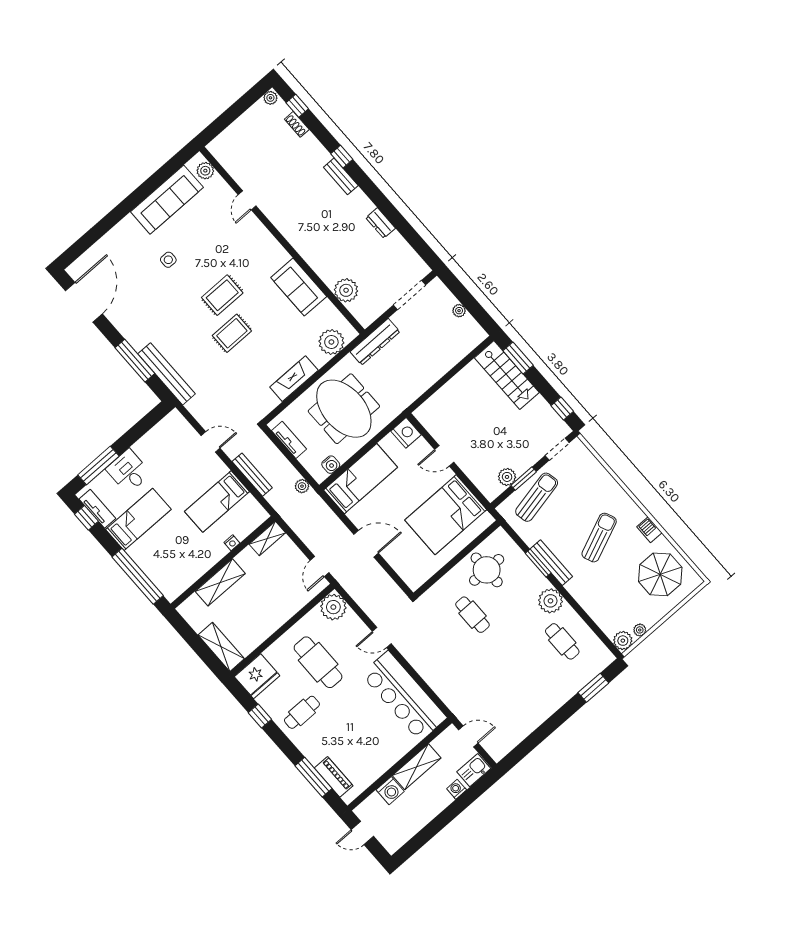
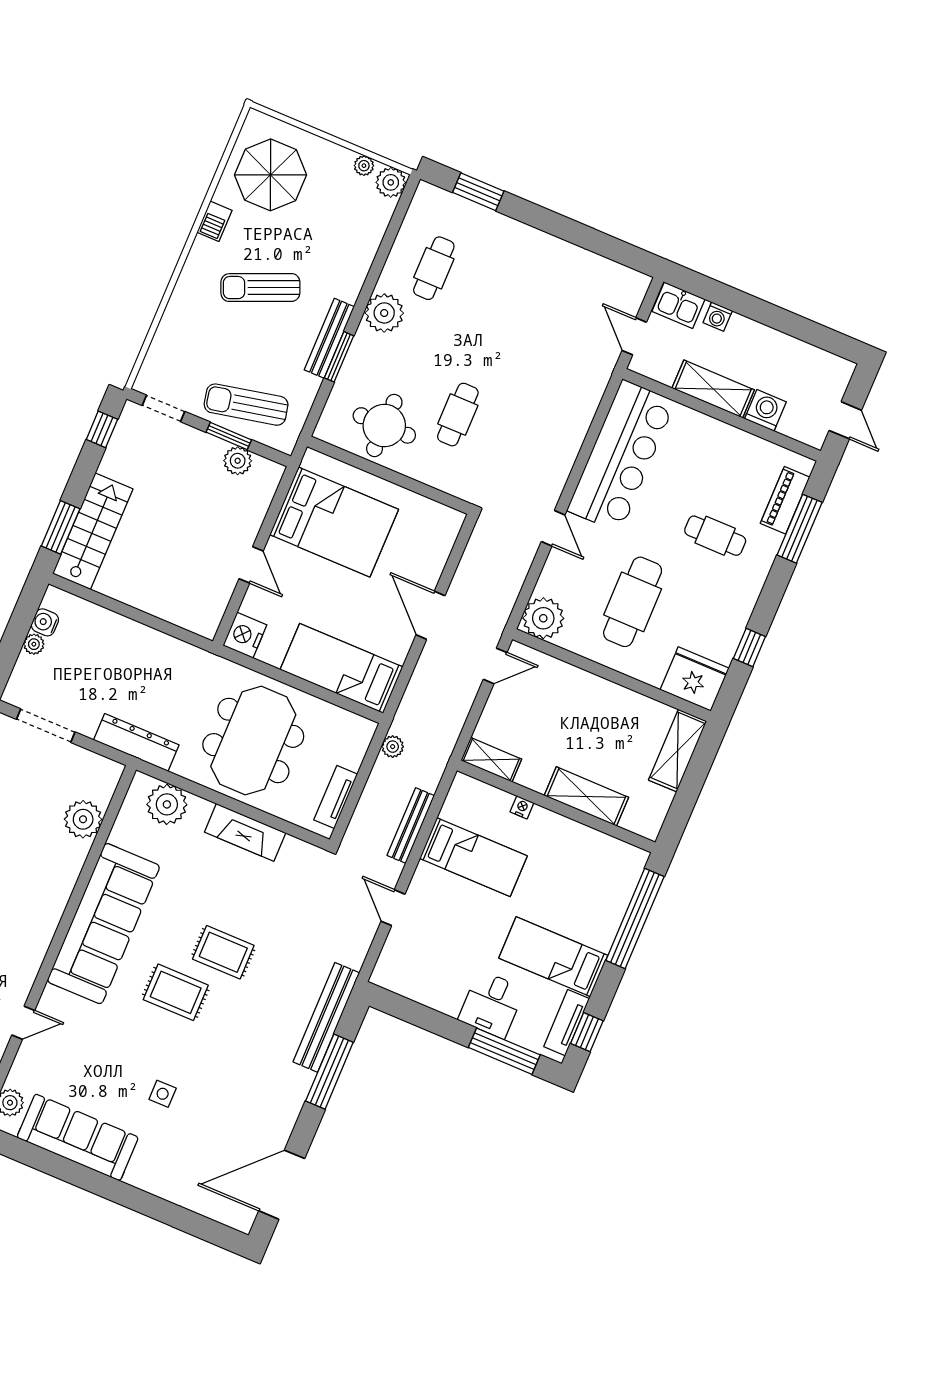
sofa: (299, 287) -> (103, 924), width x1.85, depth x1.27
water cooler: (331, 465) -> (45, 622), moved, turned -90
cafe table: (302, 712) -> (715, 536), moved

